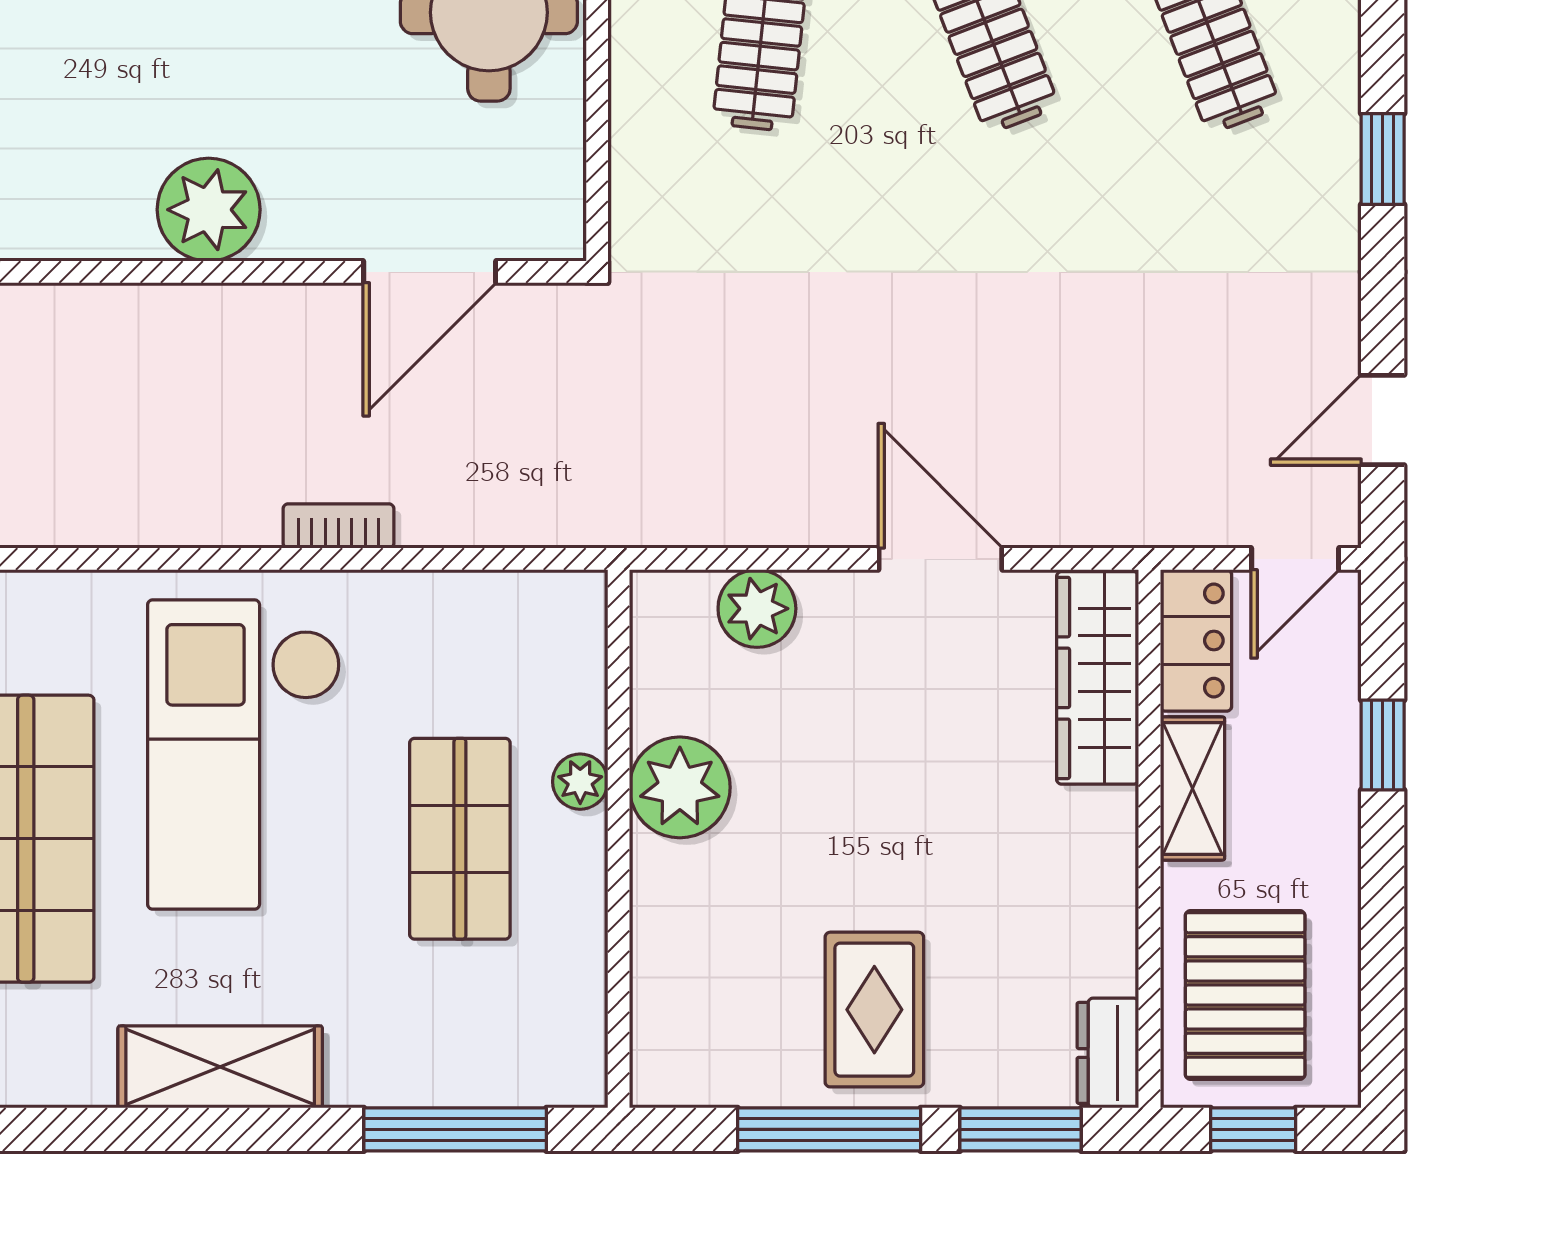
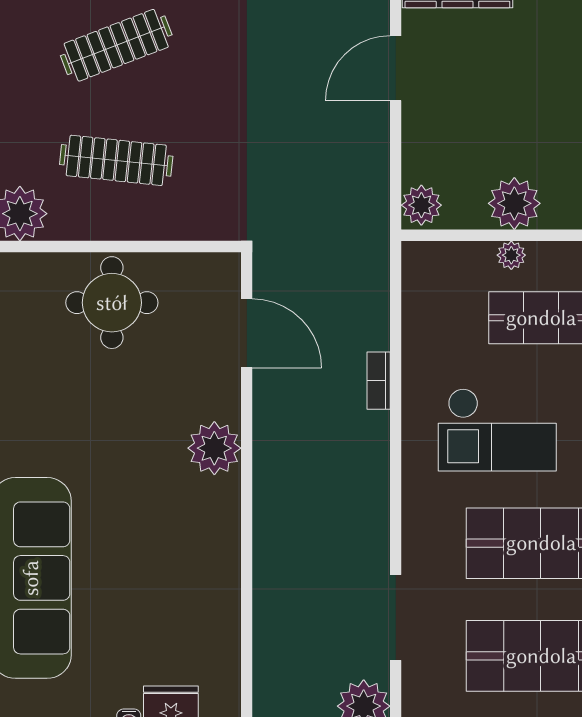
plant: (757, 609) -> (421, 205), moved
checkout: (244, 755) -> (497, 430), width x0.73, depth x0.83

